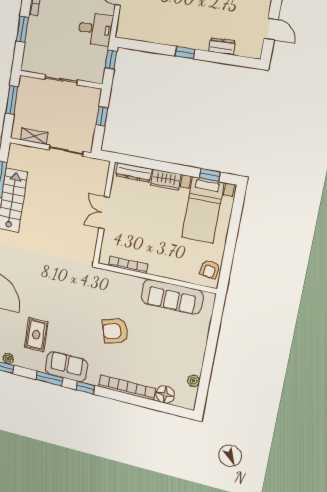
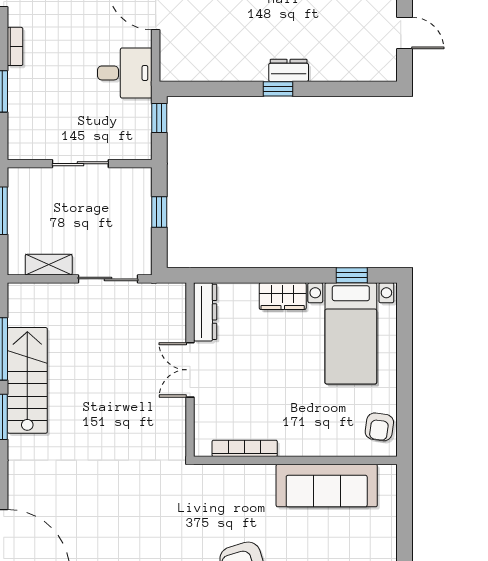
dresser: (222, 46) -> (289, 70), moved
dresser: (134, 172) -> (205, 312), moved, turned -90

